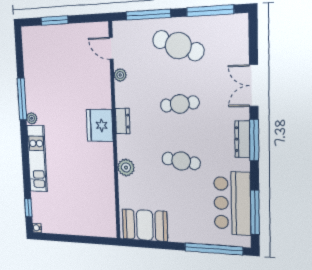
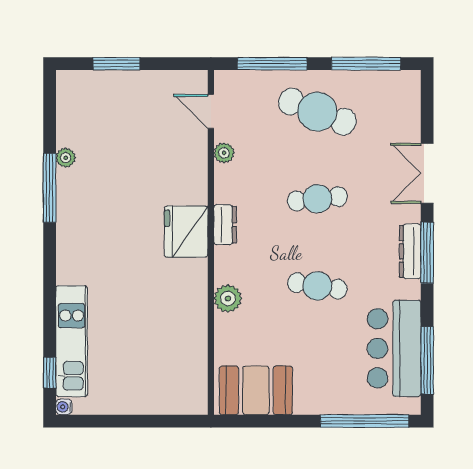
plant: (32, 118) -> (66, 158), moved
kitchen unit: (37, 159) -> (72, 341), moved

